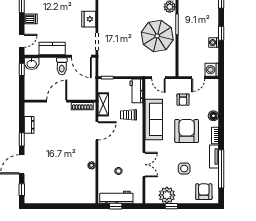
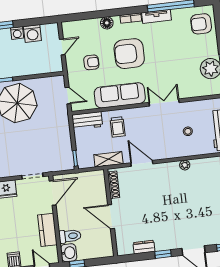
toilet: (62, 66) -> (70, 236), moved
washing machine: (212, 70) -> (32, 33), moved
door: (158, 78) -> (68, 96), hinge flipped
door: (198, 78) -> (62, 47), hinge flipped
double door: (144, 165) -> (164, 103), moved
side table: (184, 169) -> (176, 51), removed

